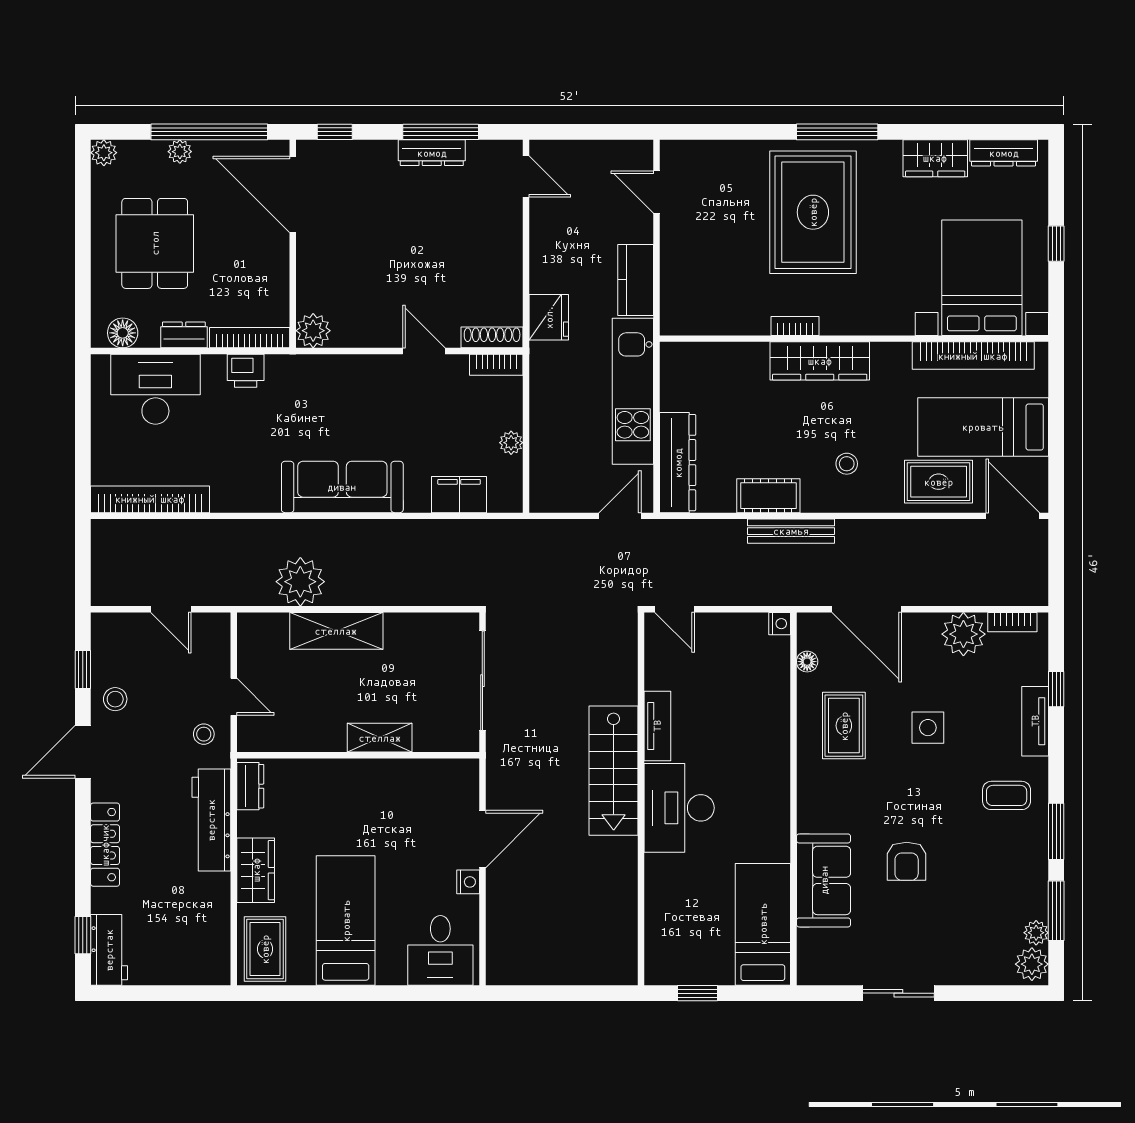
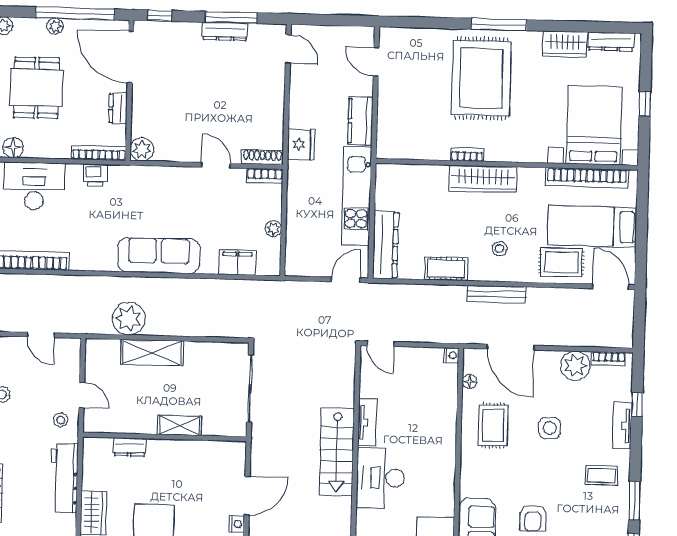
dresser: (184, 335) -> (118, 108), moved, turned -90
bench: (791, 531) -> (497, 294), moved
dresser: (250, 786) -> (129, 447), moved, turned 90

